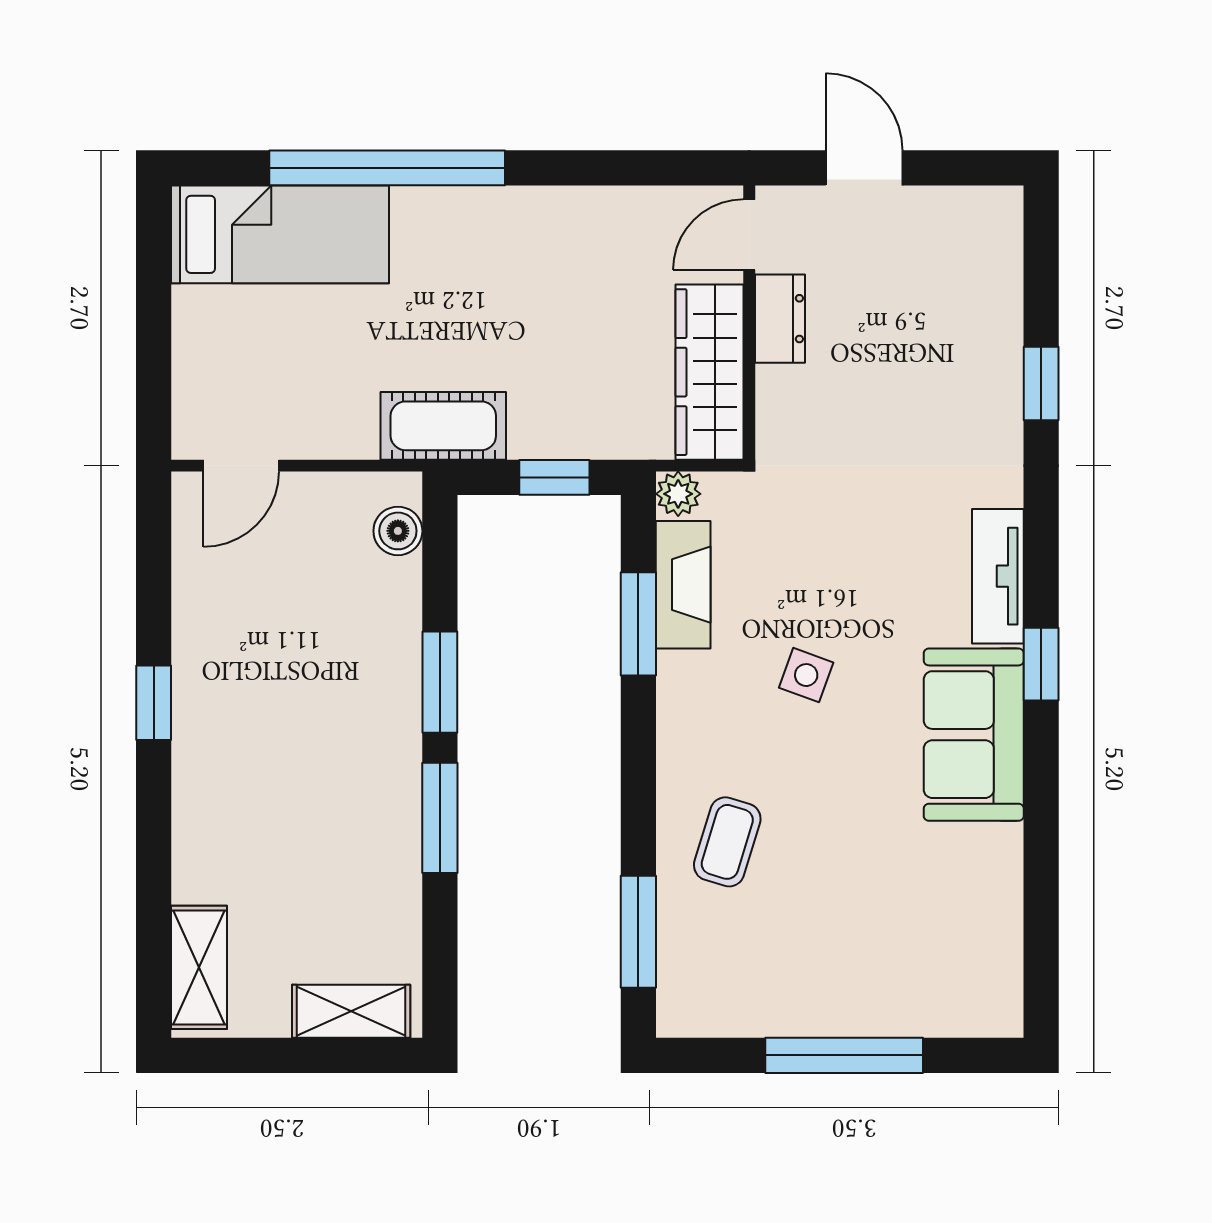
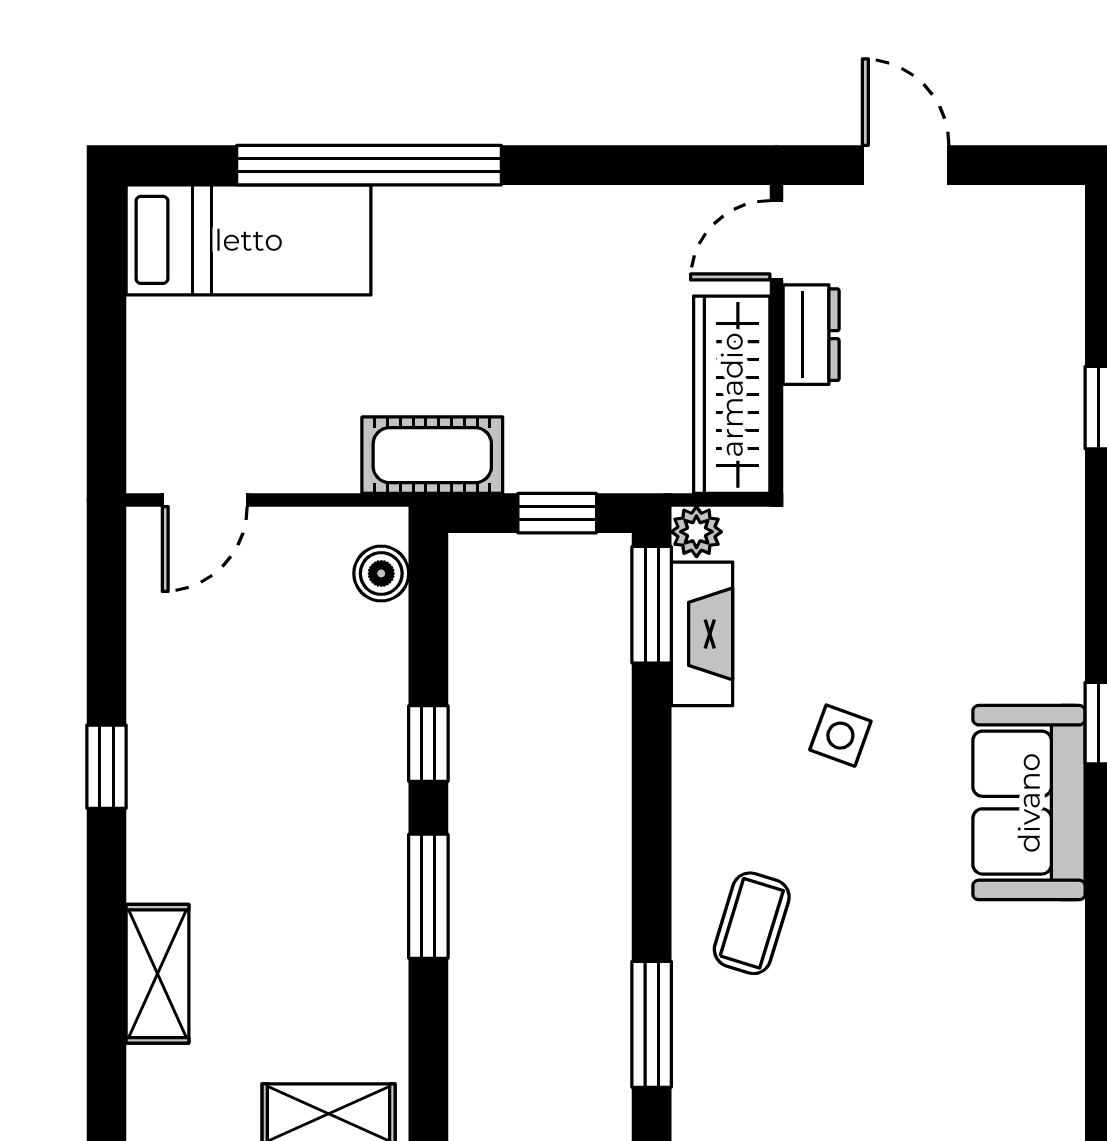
tv unit: (998, 576) -> (1056, 624), removed
window: (638, 624) -> (652, 605), moved
window: (440, 682) -> (428, 744), width x0.67
shelving: (199, 967) -> (158, 974), moved

